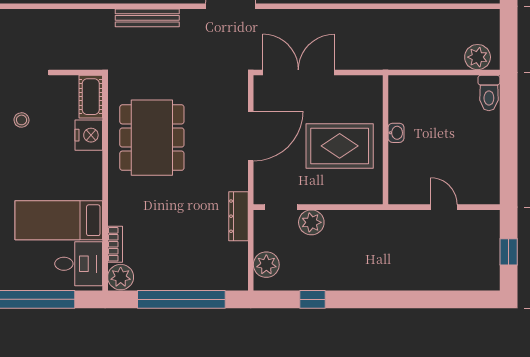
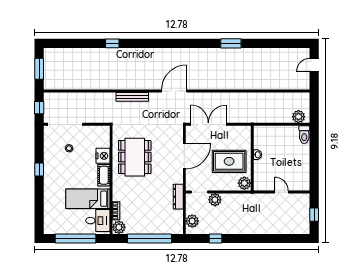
cot: (91, 97) -> (104, 175), moved
plant: (370, 189) -> (244, 183), added

